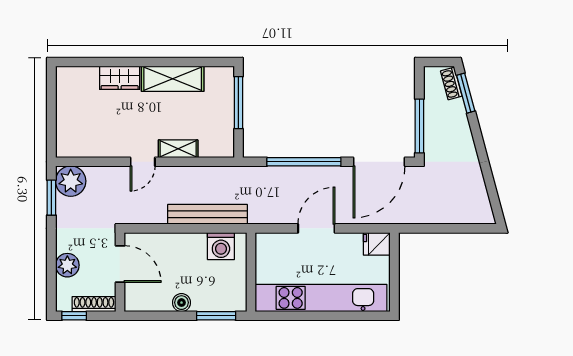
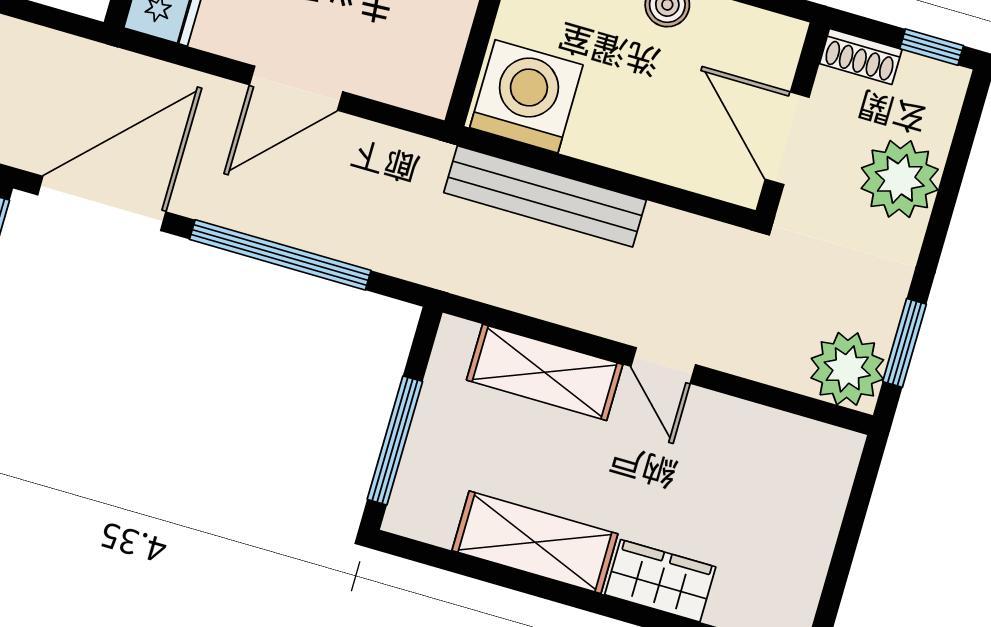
shelving: (178, 149) -> (545, 372), width x1.50, depth x1.33
door: (143, 162) -> (663, 365), swing flipped
washing machine: (221, 246) -> (526, 96), width x1.37, depth x1.37
plant: (67, 265) -> (900, 179), width x1.36, depth x1.36
shoe rack: (94, 304) -> (861, 56), width x0.70

